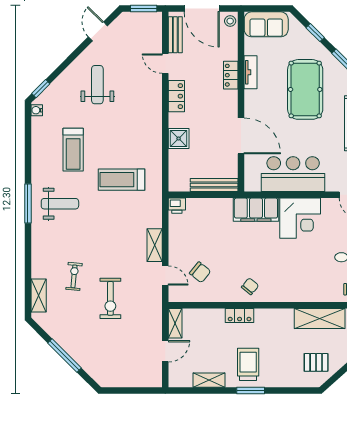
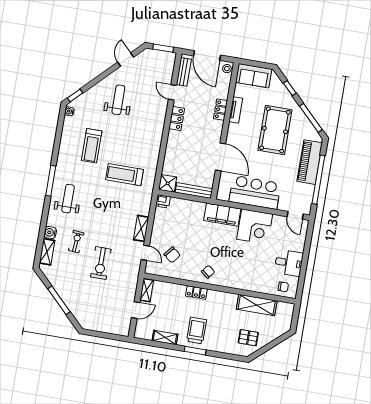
shower: (179, 139) -> (168, 183), moved
weight bench: (60, 204) -> (68, 199), moved, turned -90
water cooler: (39, 270) -> (50, 232), added

